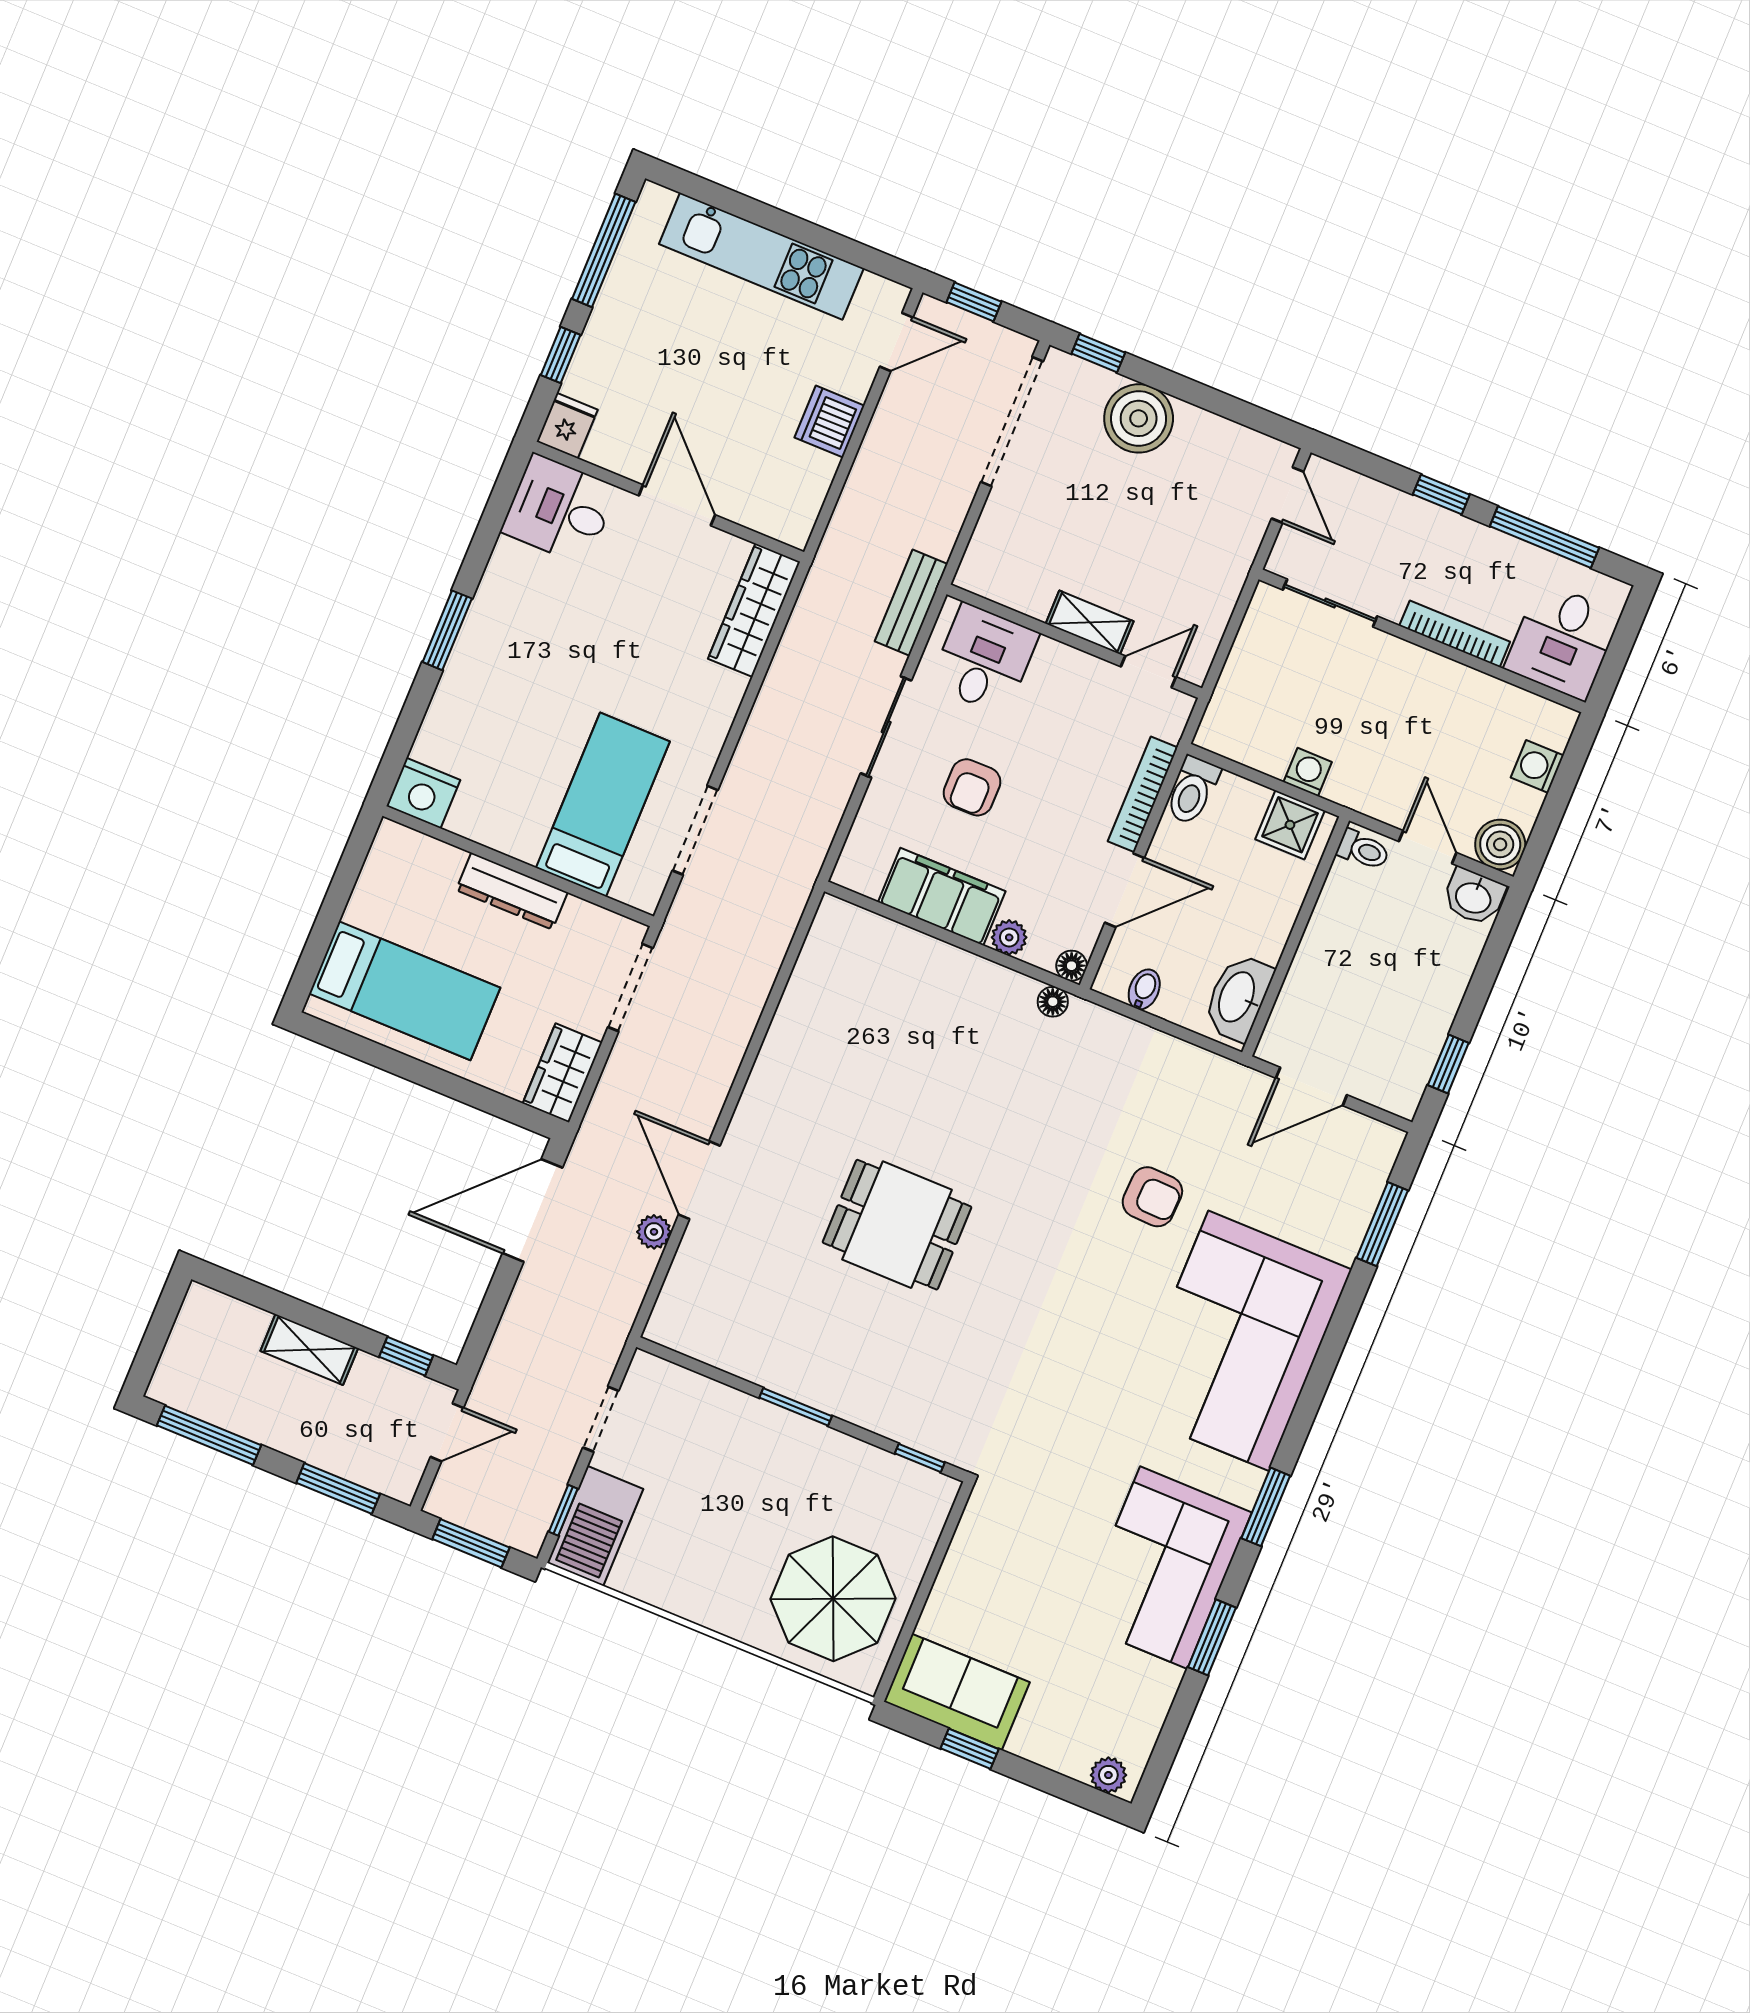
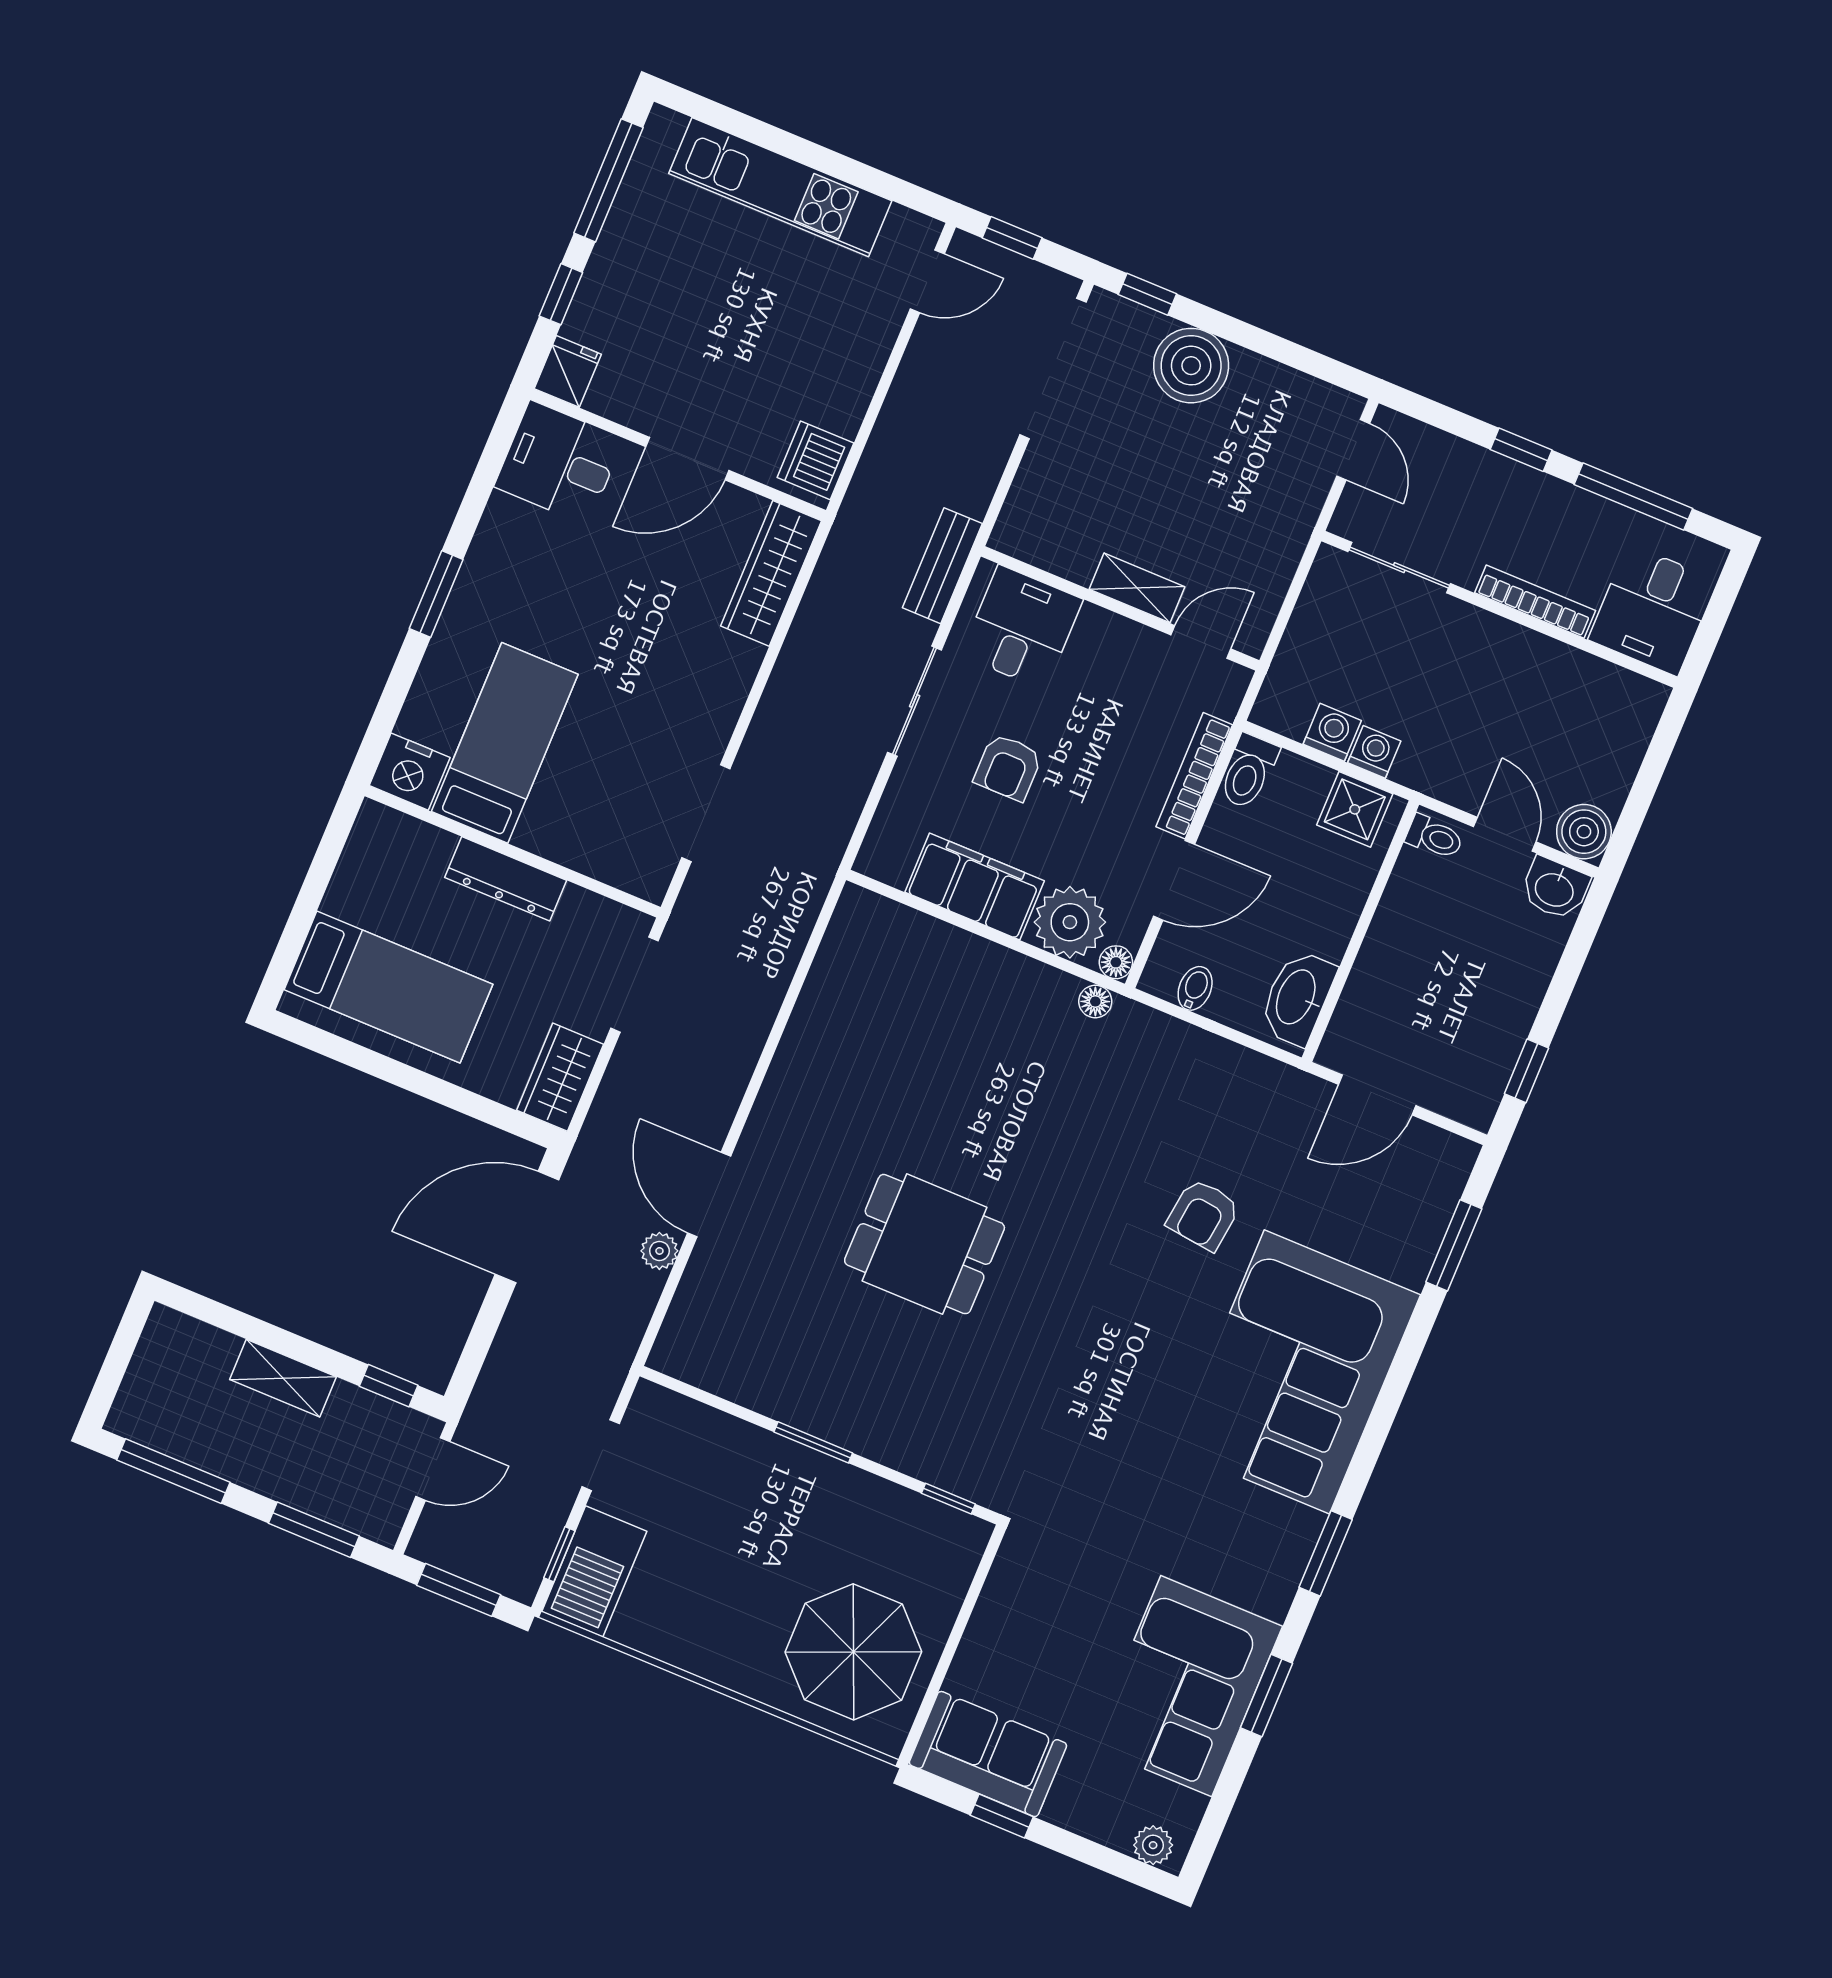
dishwasher: (829, 422) -> (815, 460), moved
door: (677, 505) -> (687, 459), swing flipped
washing machine: (1537, 766) -> (1332, 732), moved, turned 90
bed: (603, 805) -> (505, 743), moved
plant: (1009, 937) -> (1070, 922), width x1.87, depth x1.87
armchair: (1152, 1197) -> (1203, 1215), turned 95
corner sofa: (1164, 1568) -> (1186, 1686), moved

